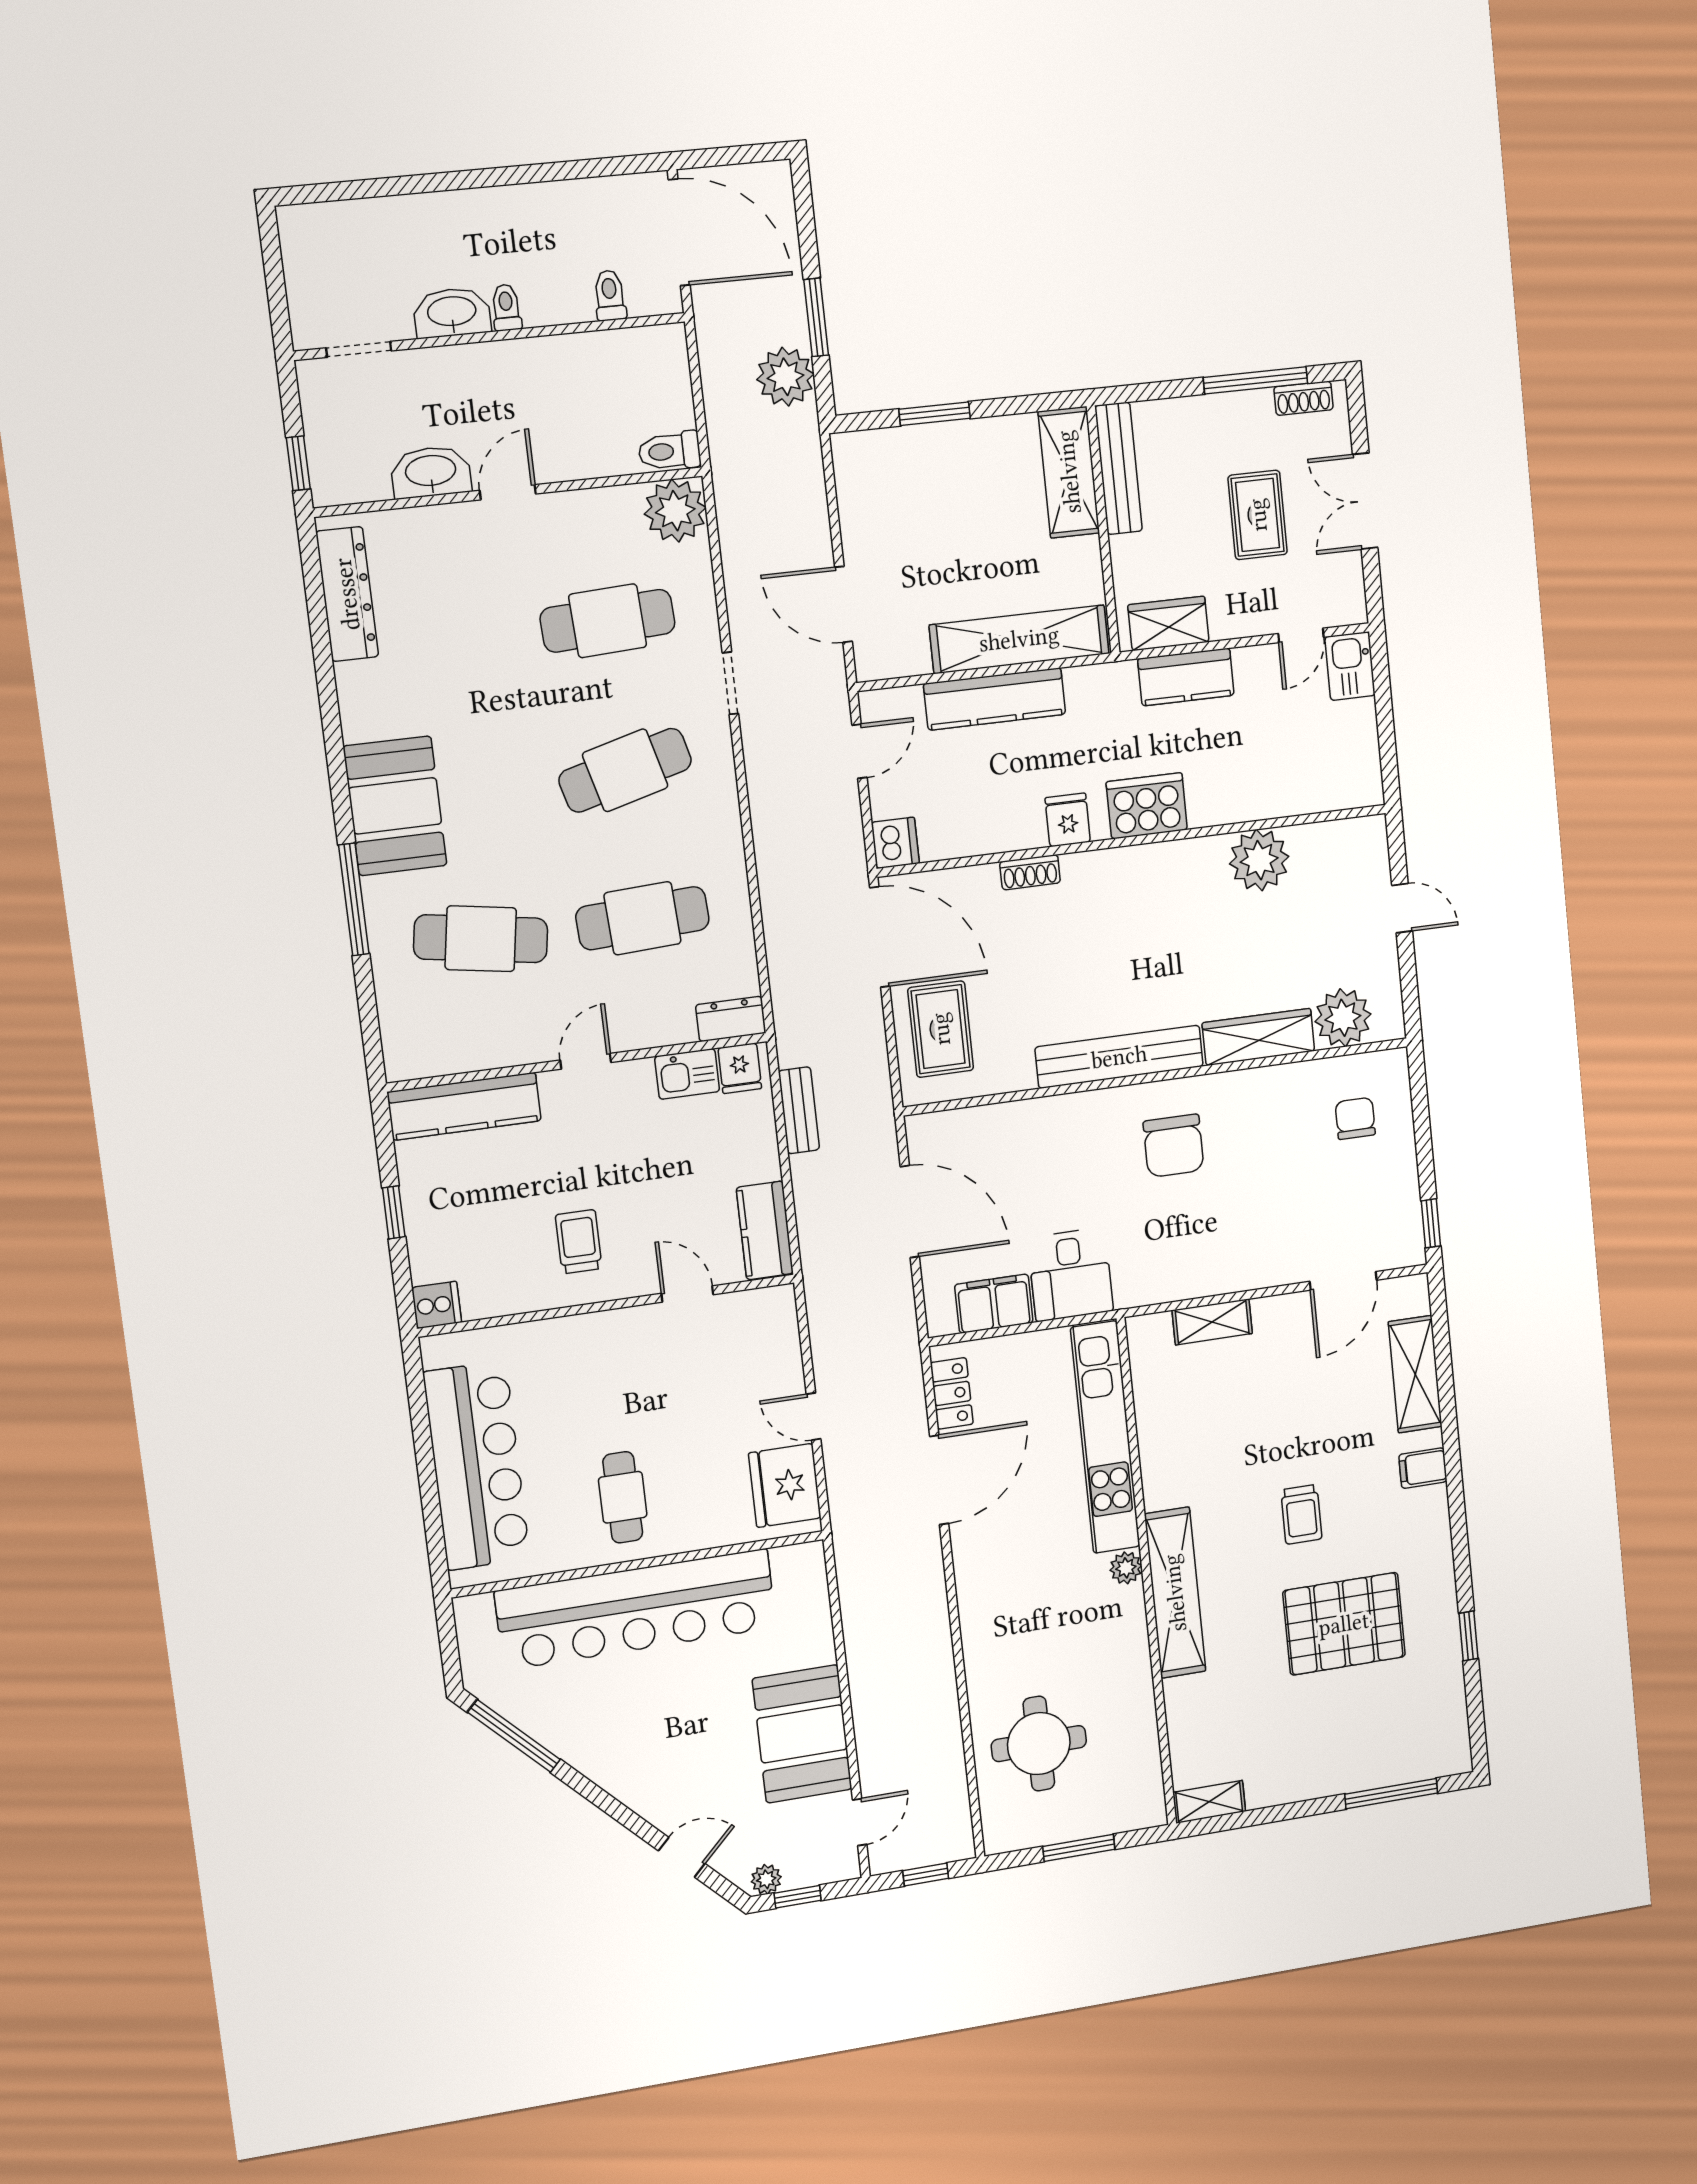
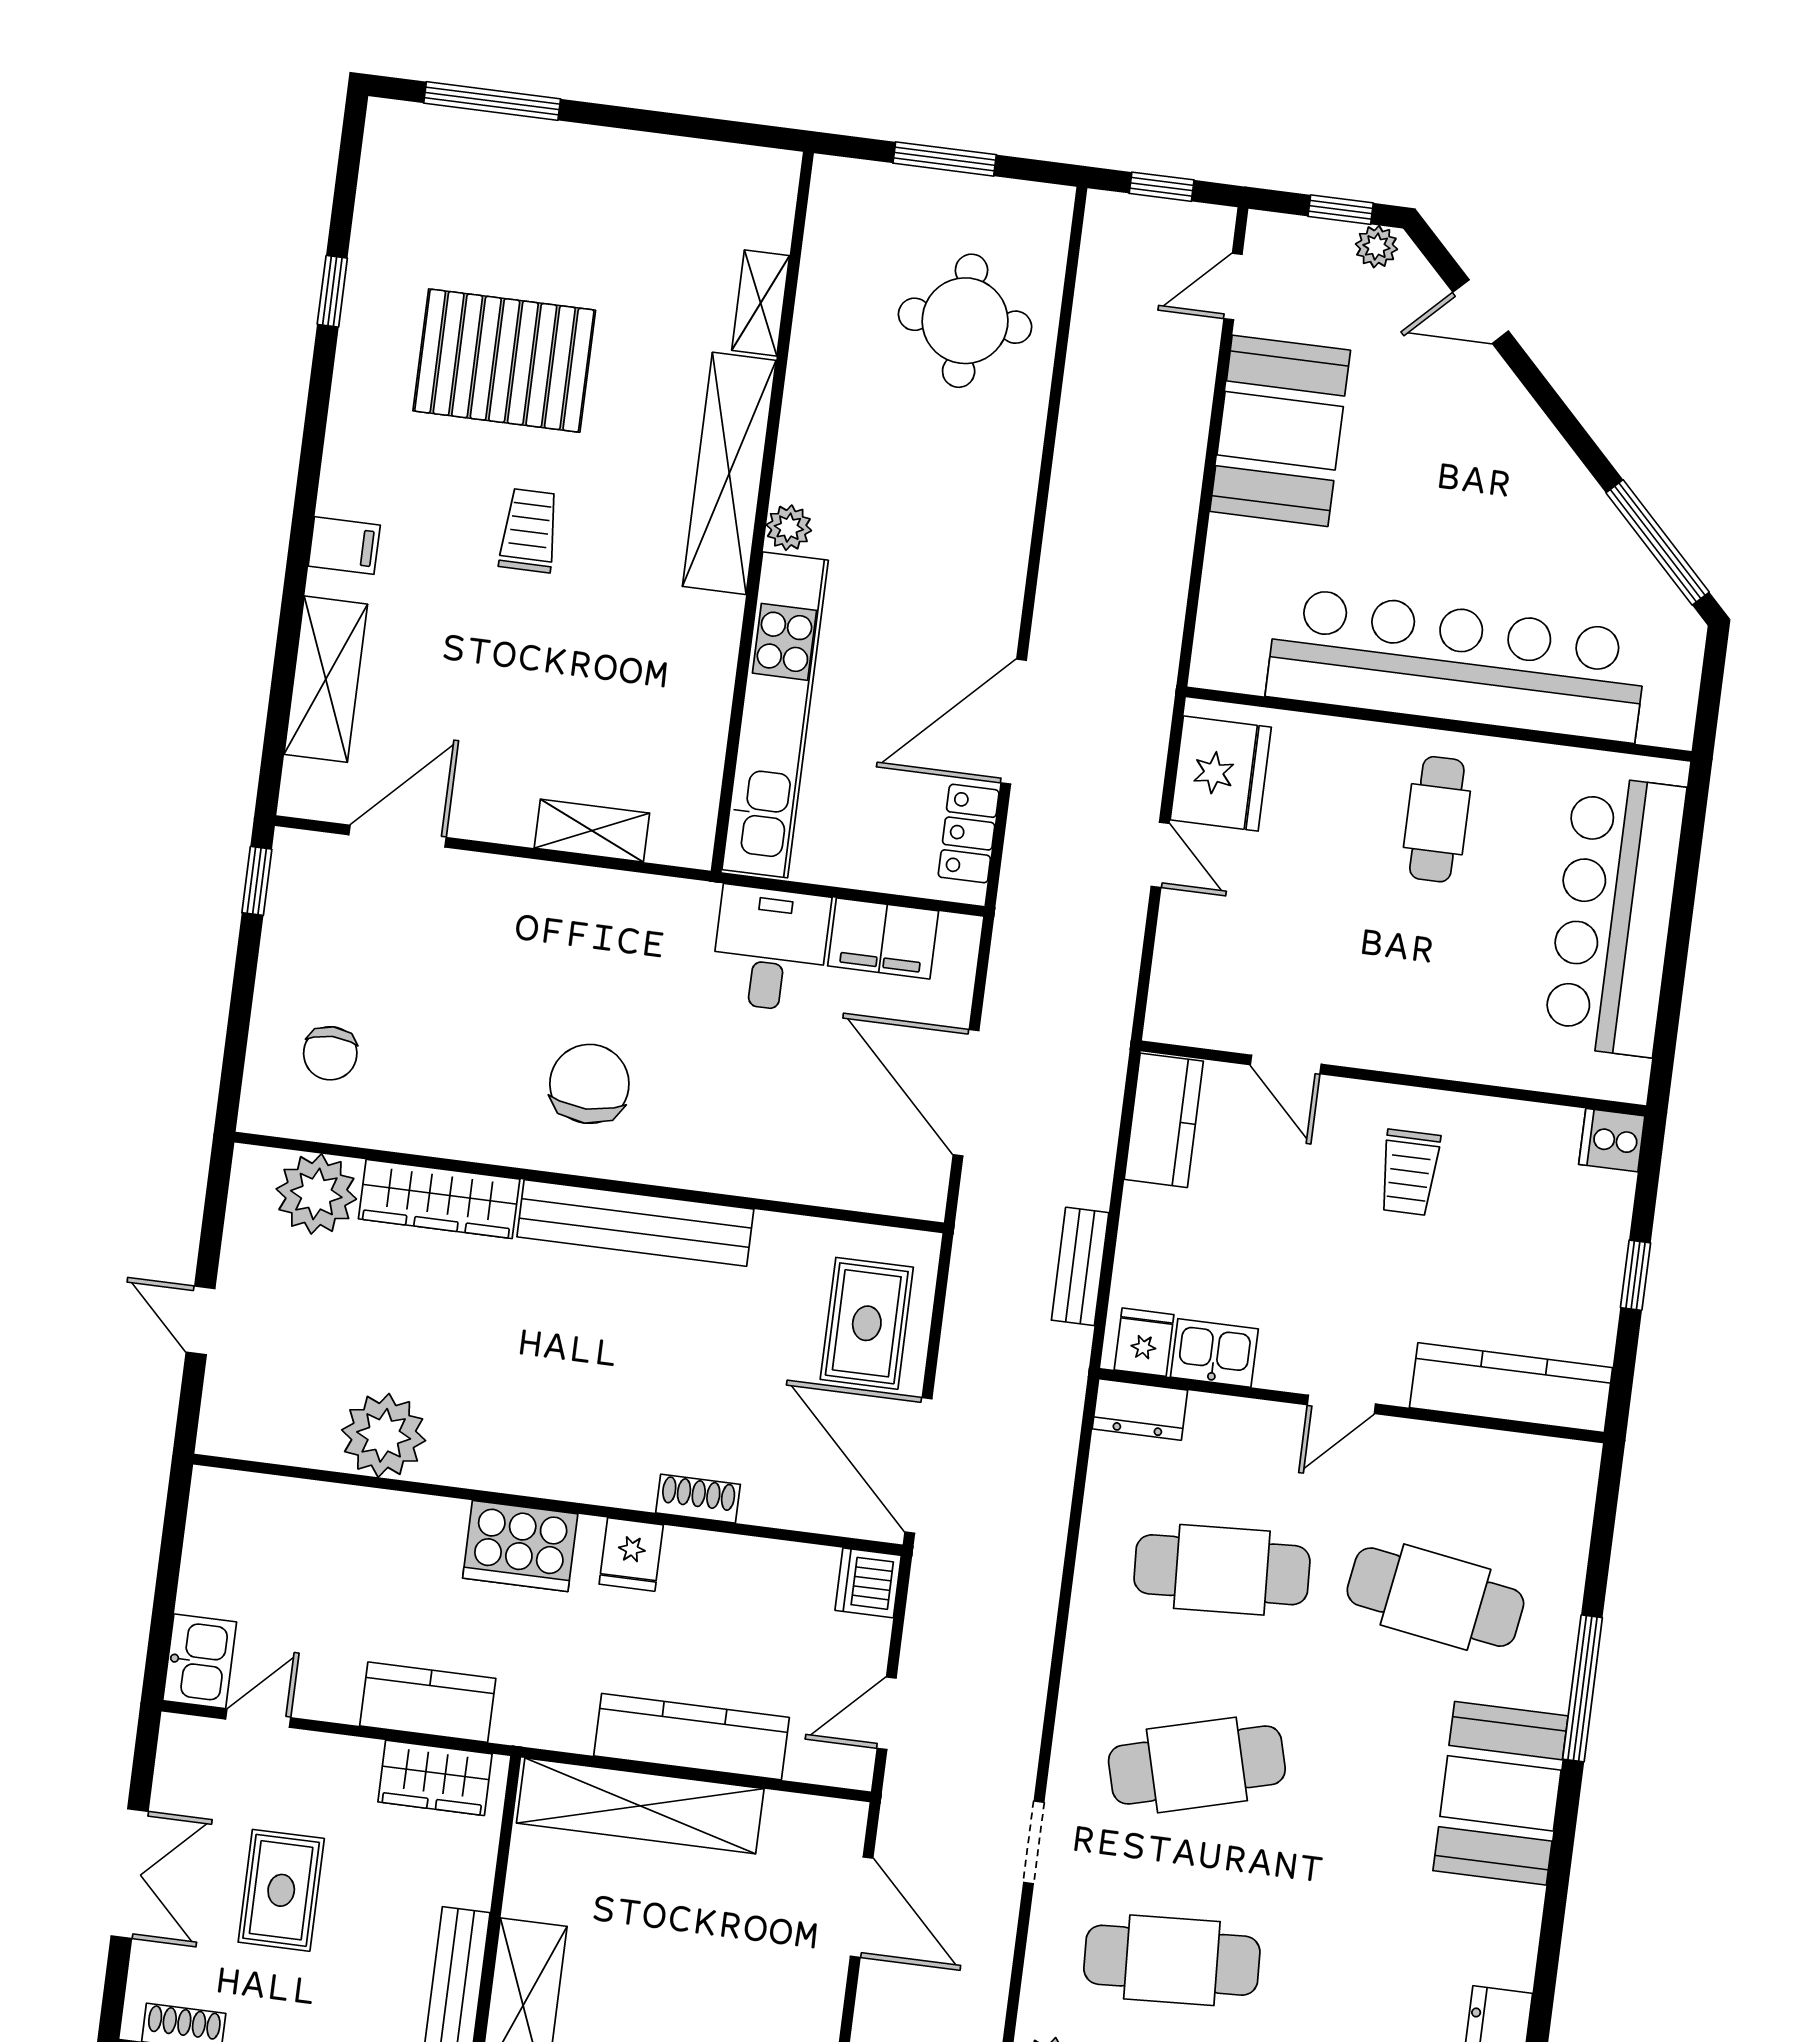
shelving: (1209, 1802) -> (761, 303), moved, turned 90

